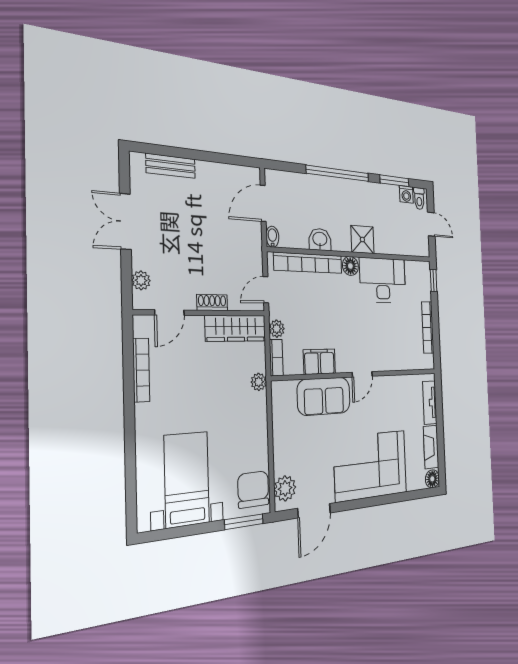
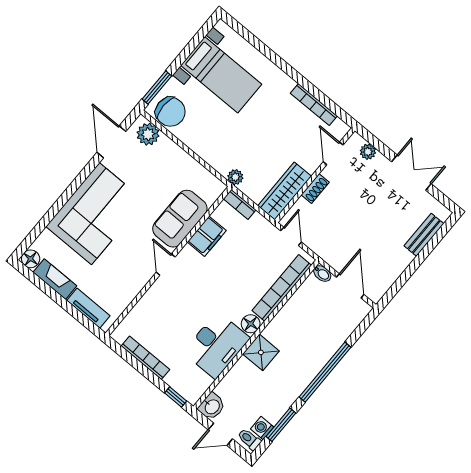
washbasin: (320, 240) -> (212, 406), moved
plant: (277, 329) -> (258, 222), removed

